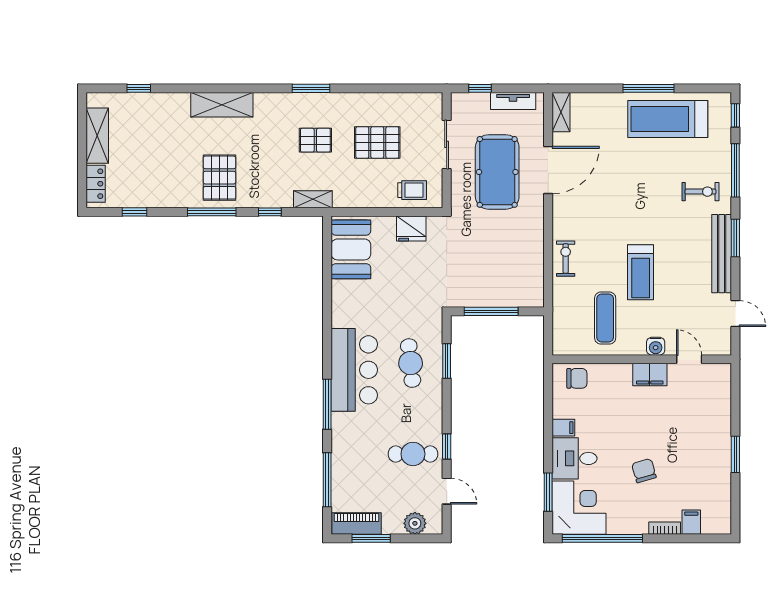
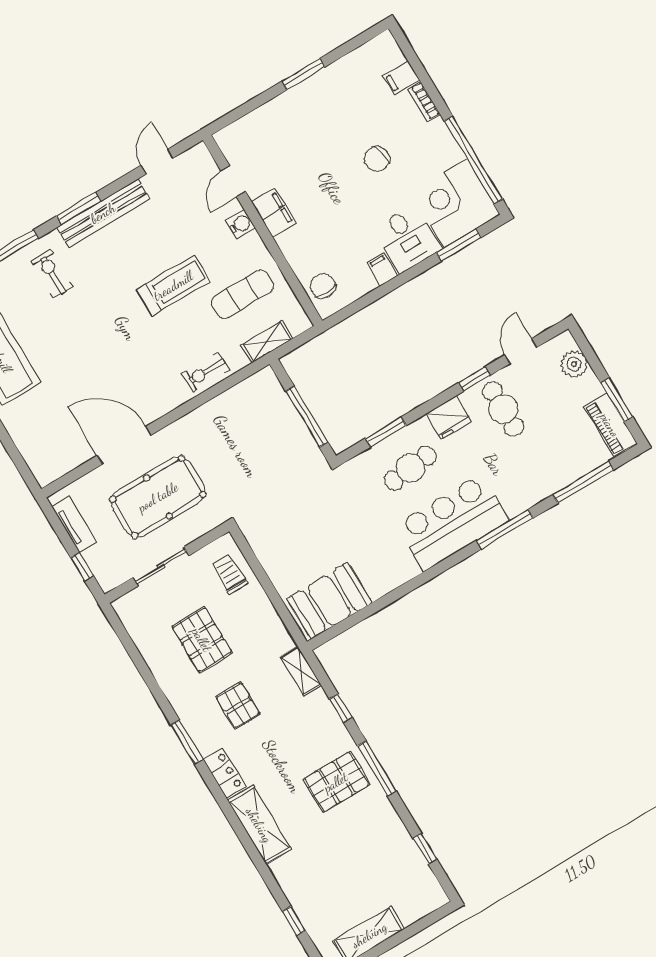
shelving: (561, 112) -> (267, 342), moved
locker: (96, 184) -> (224, 773), moved, turned 90
fridge: (411, 229) -> (449, 418), moved, turned 90

